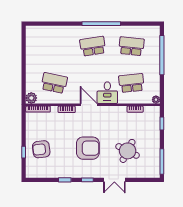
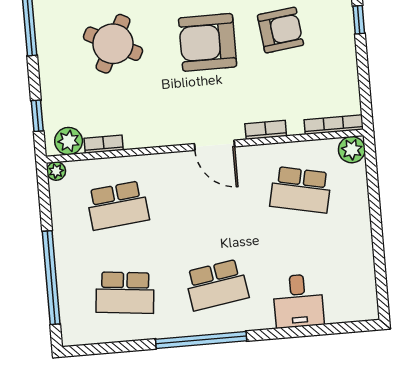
desk: (107, 93) -> (298, 301), moved, turned 180
plant: (150, 112) -> (69, 141), added
armchair: (41, 149) -> (280, 30), moved

